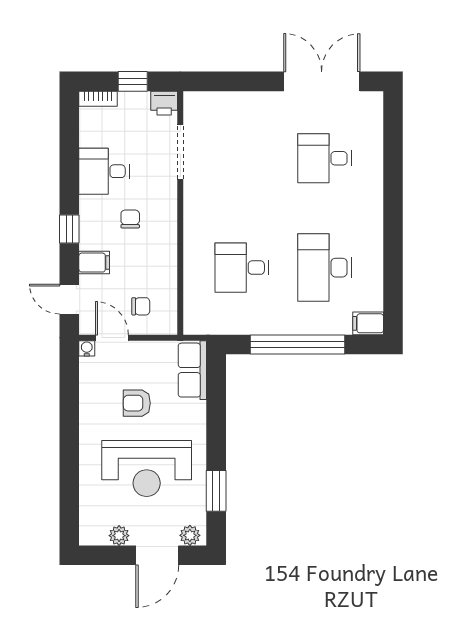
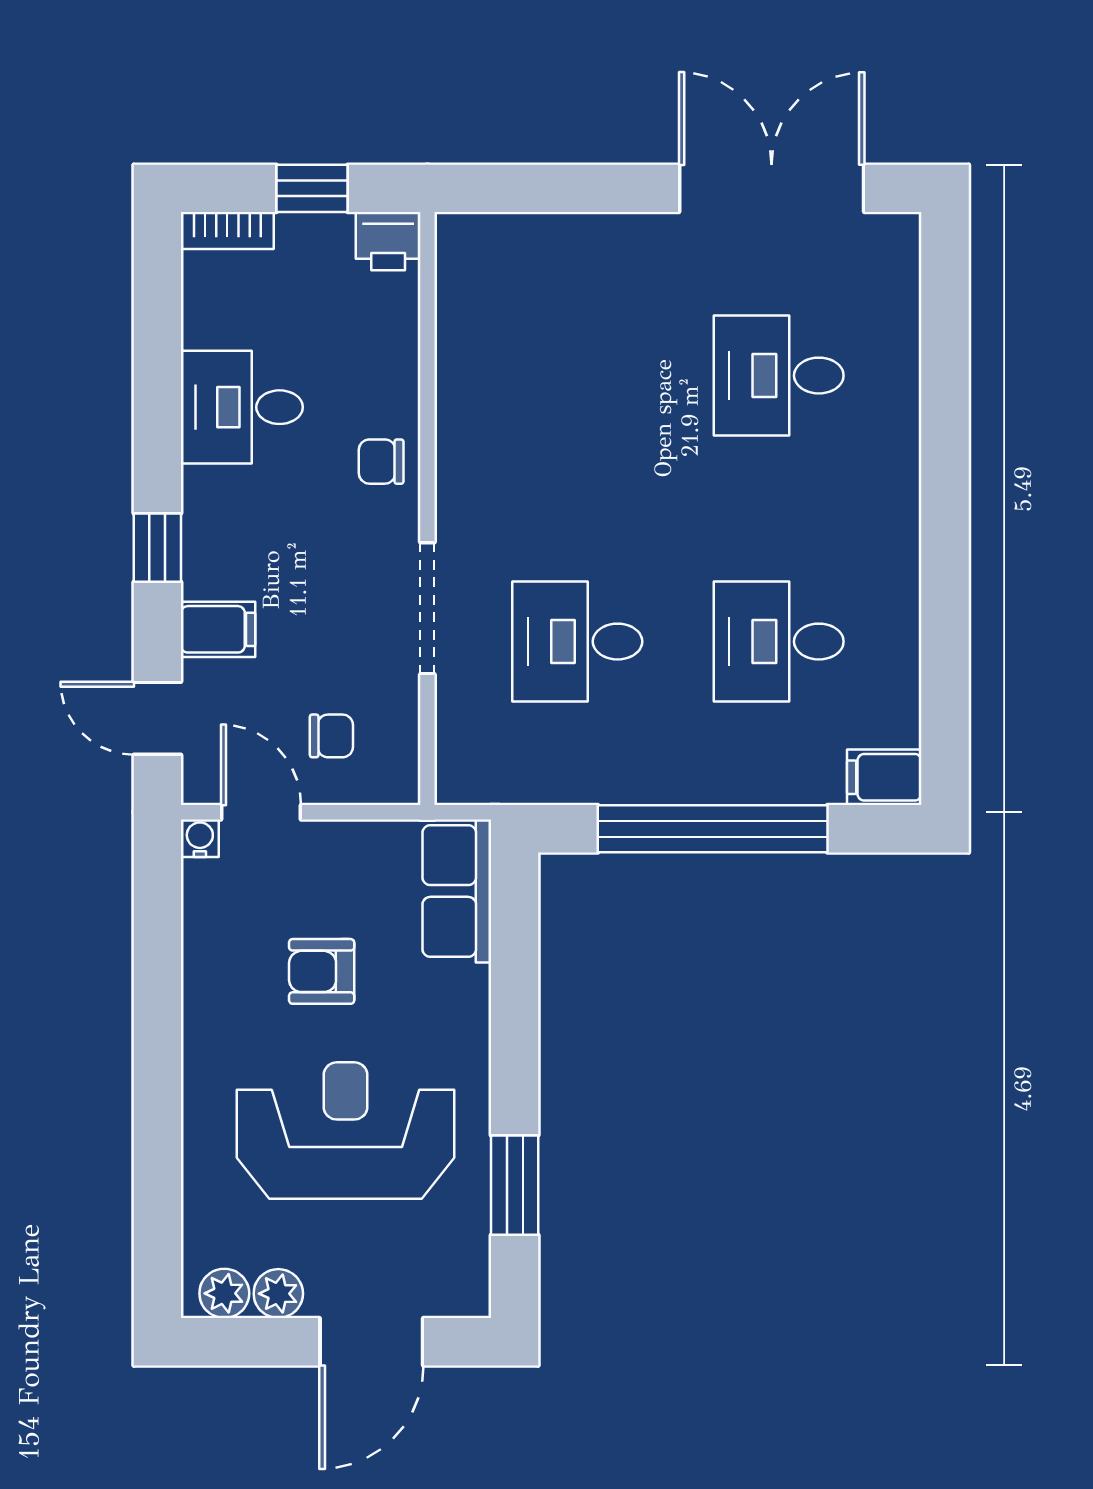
doorway: (180, 152) -> (427, 608), moved
chair: (130, 219) -> (381, 462), moved, turned -90
desk: (325, 268) -> (779, 642), width x0.73
reception desk: (147, 469) -> (346, 1131), turned 180
plant: (190, 535) -> (224, 1293), moved

